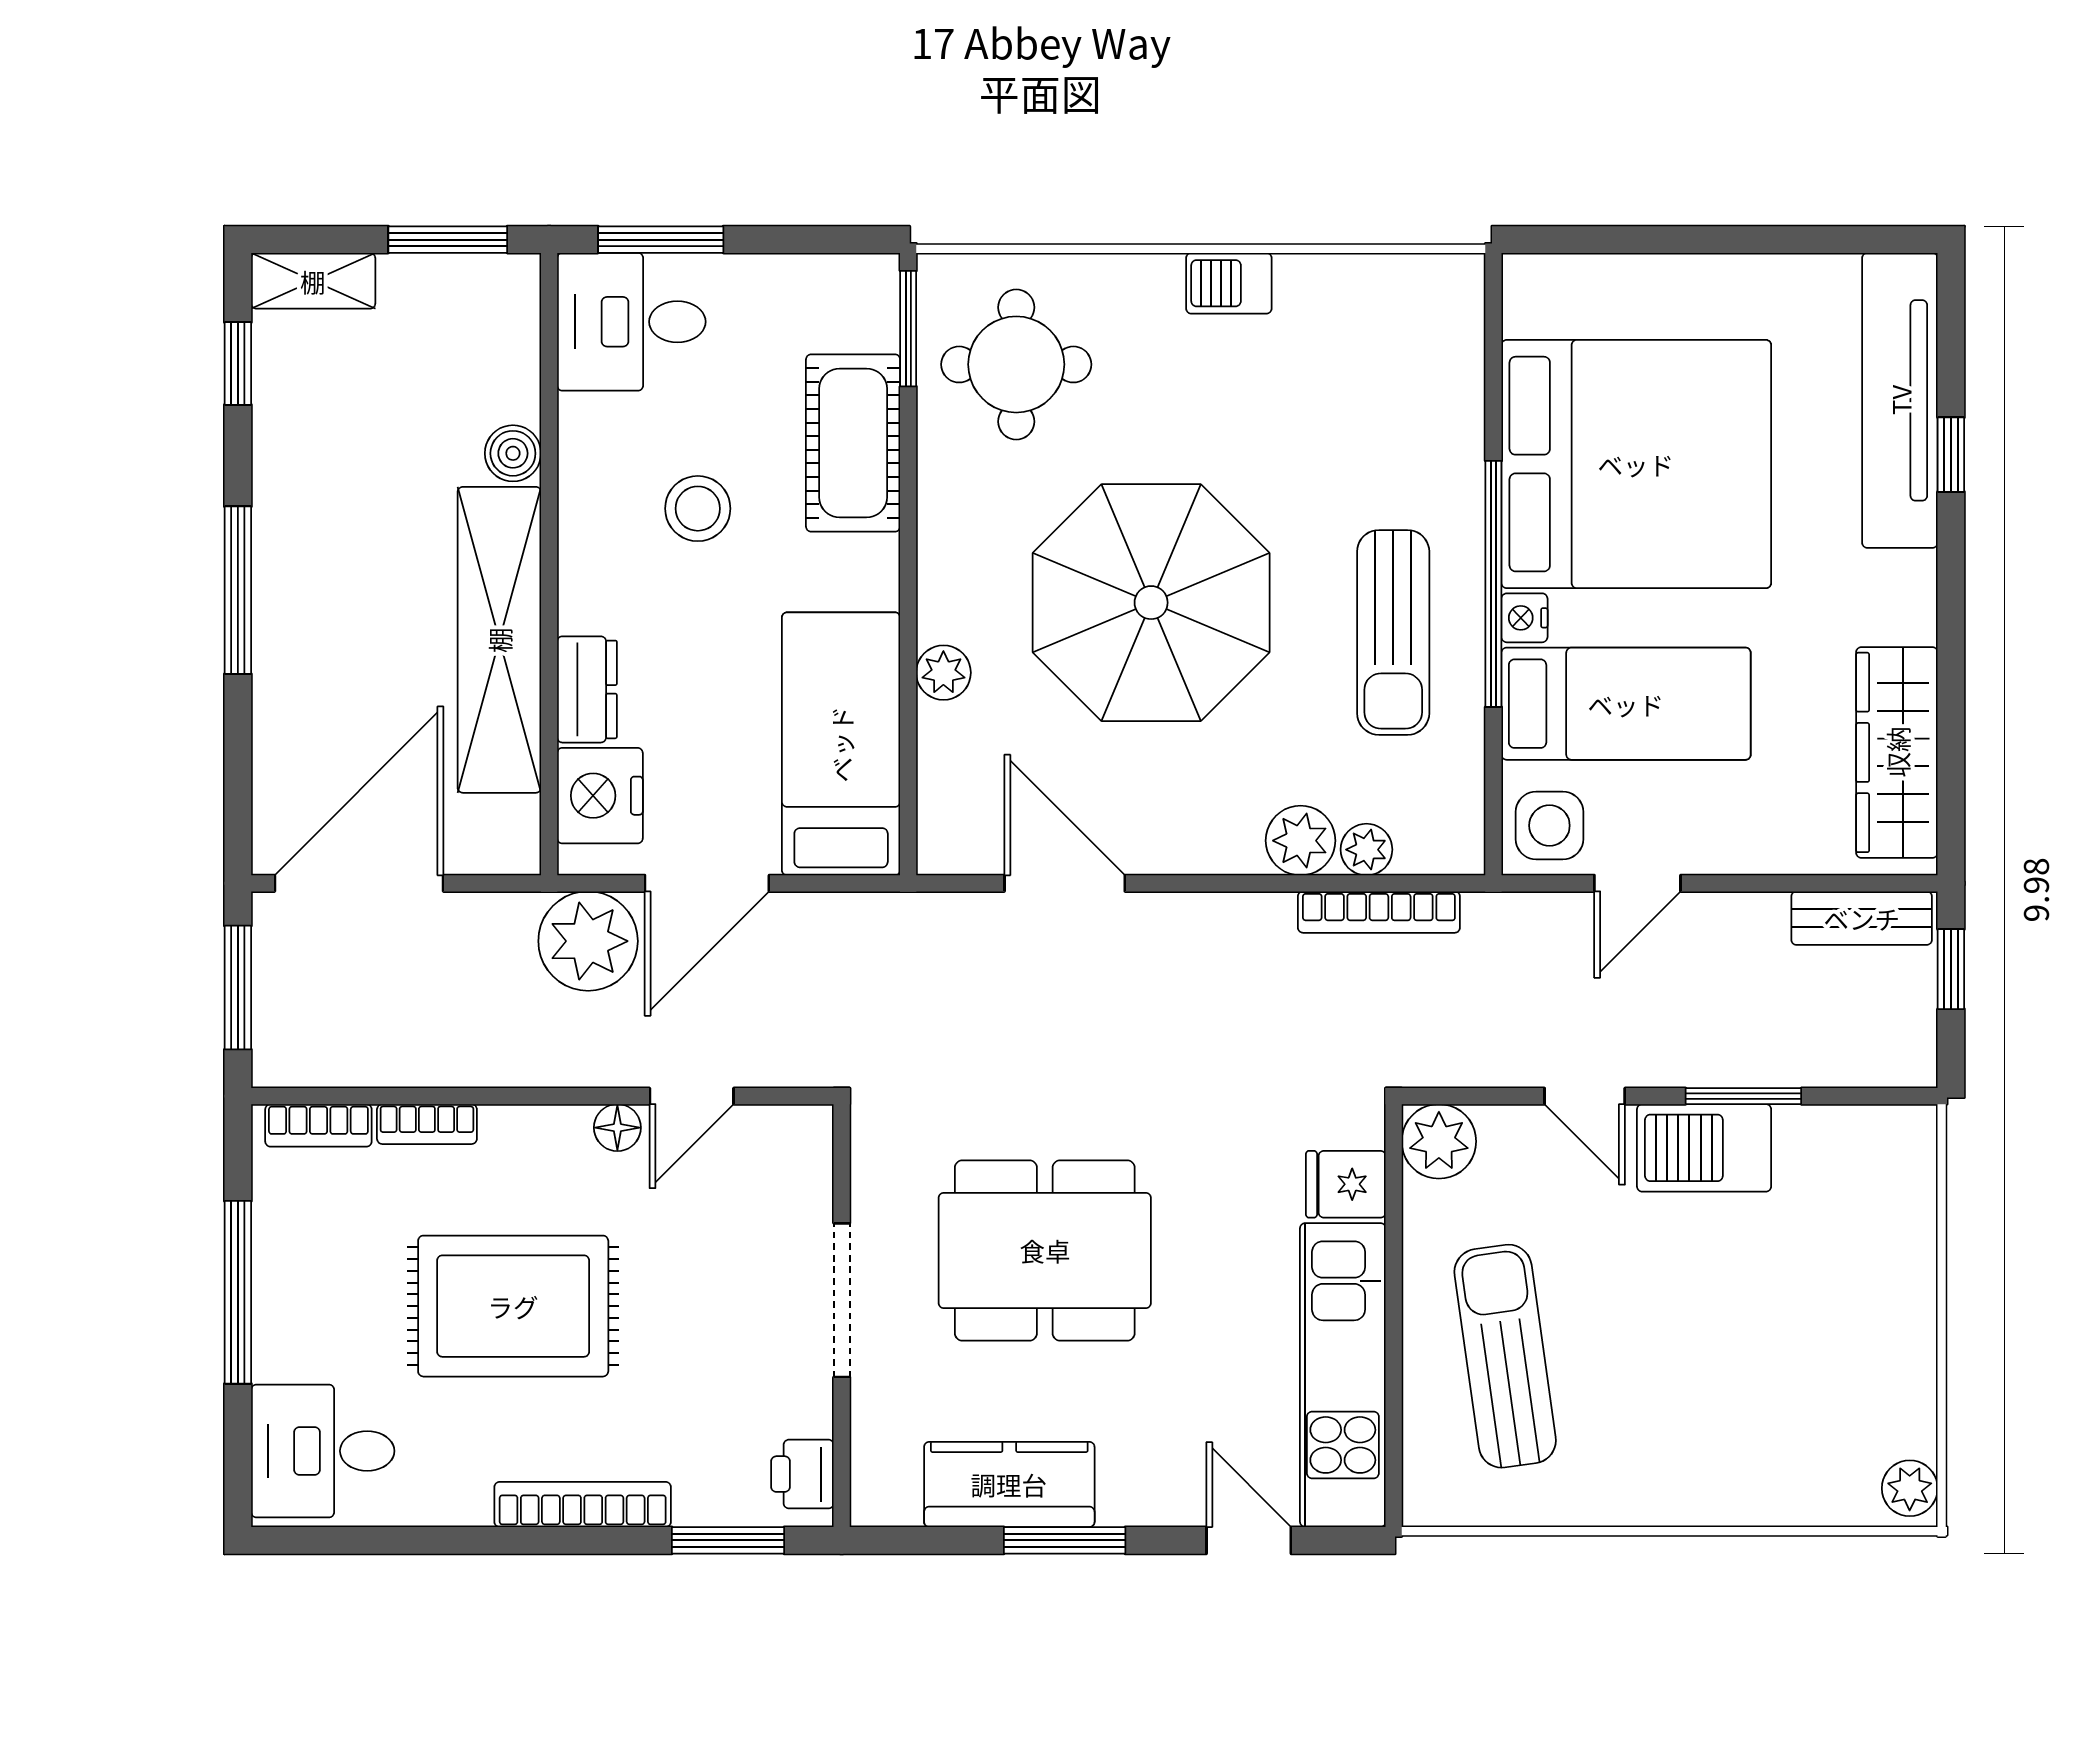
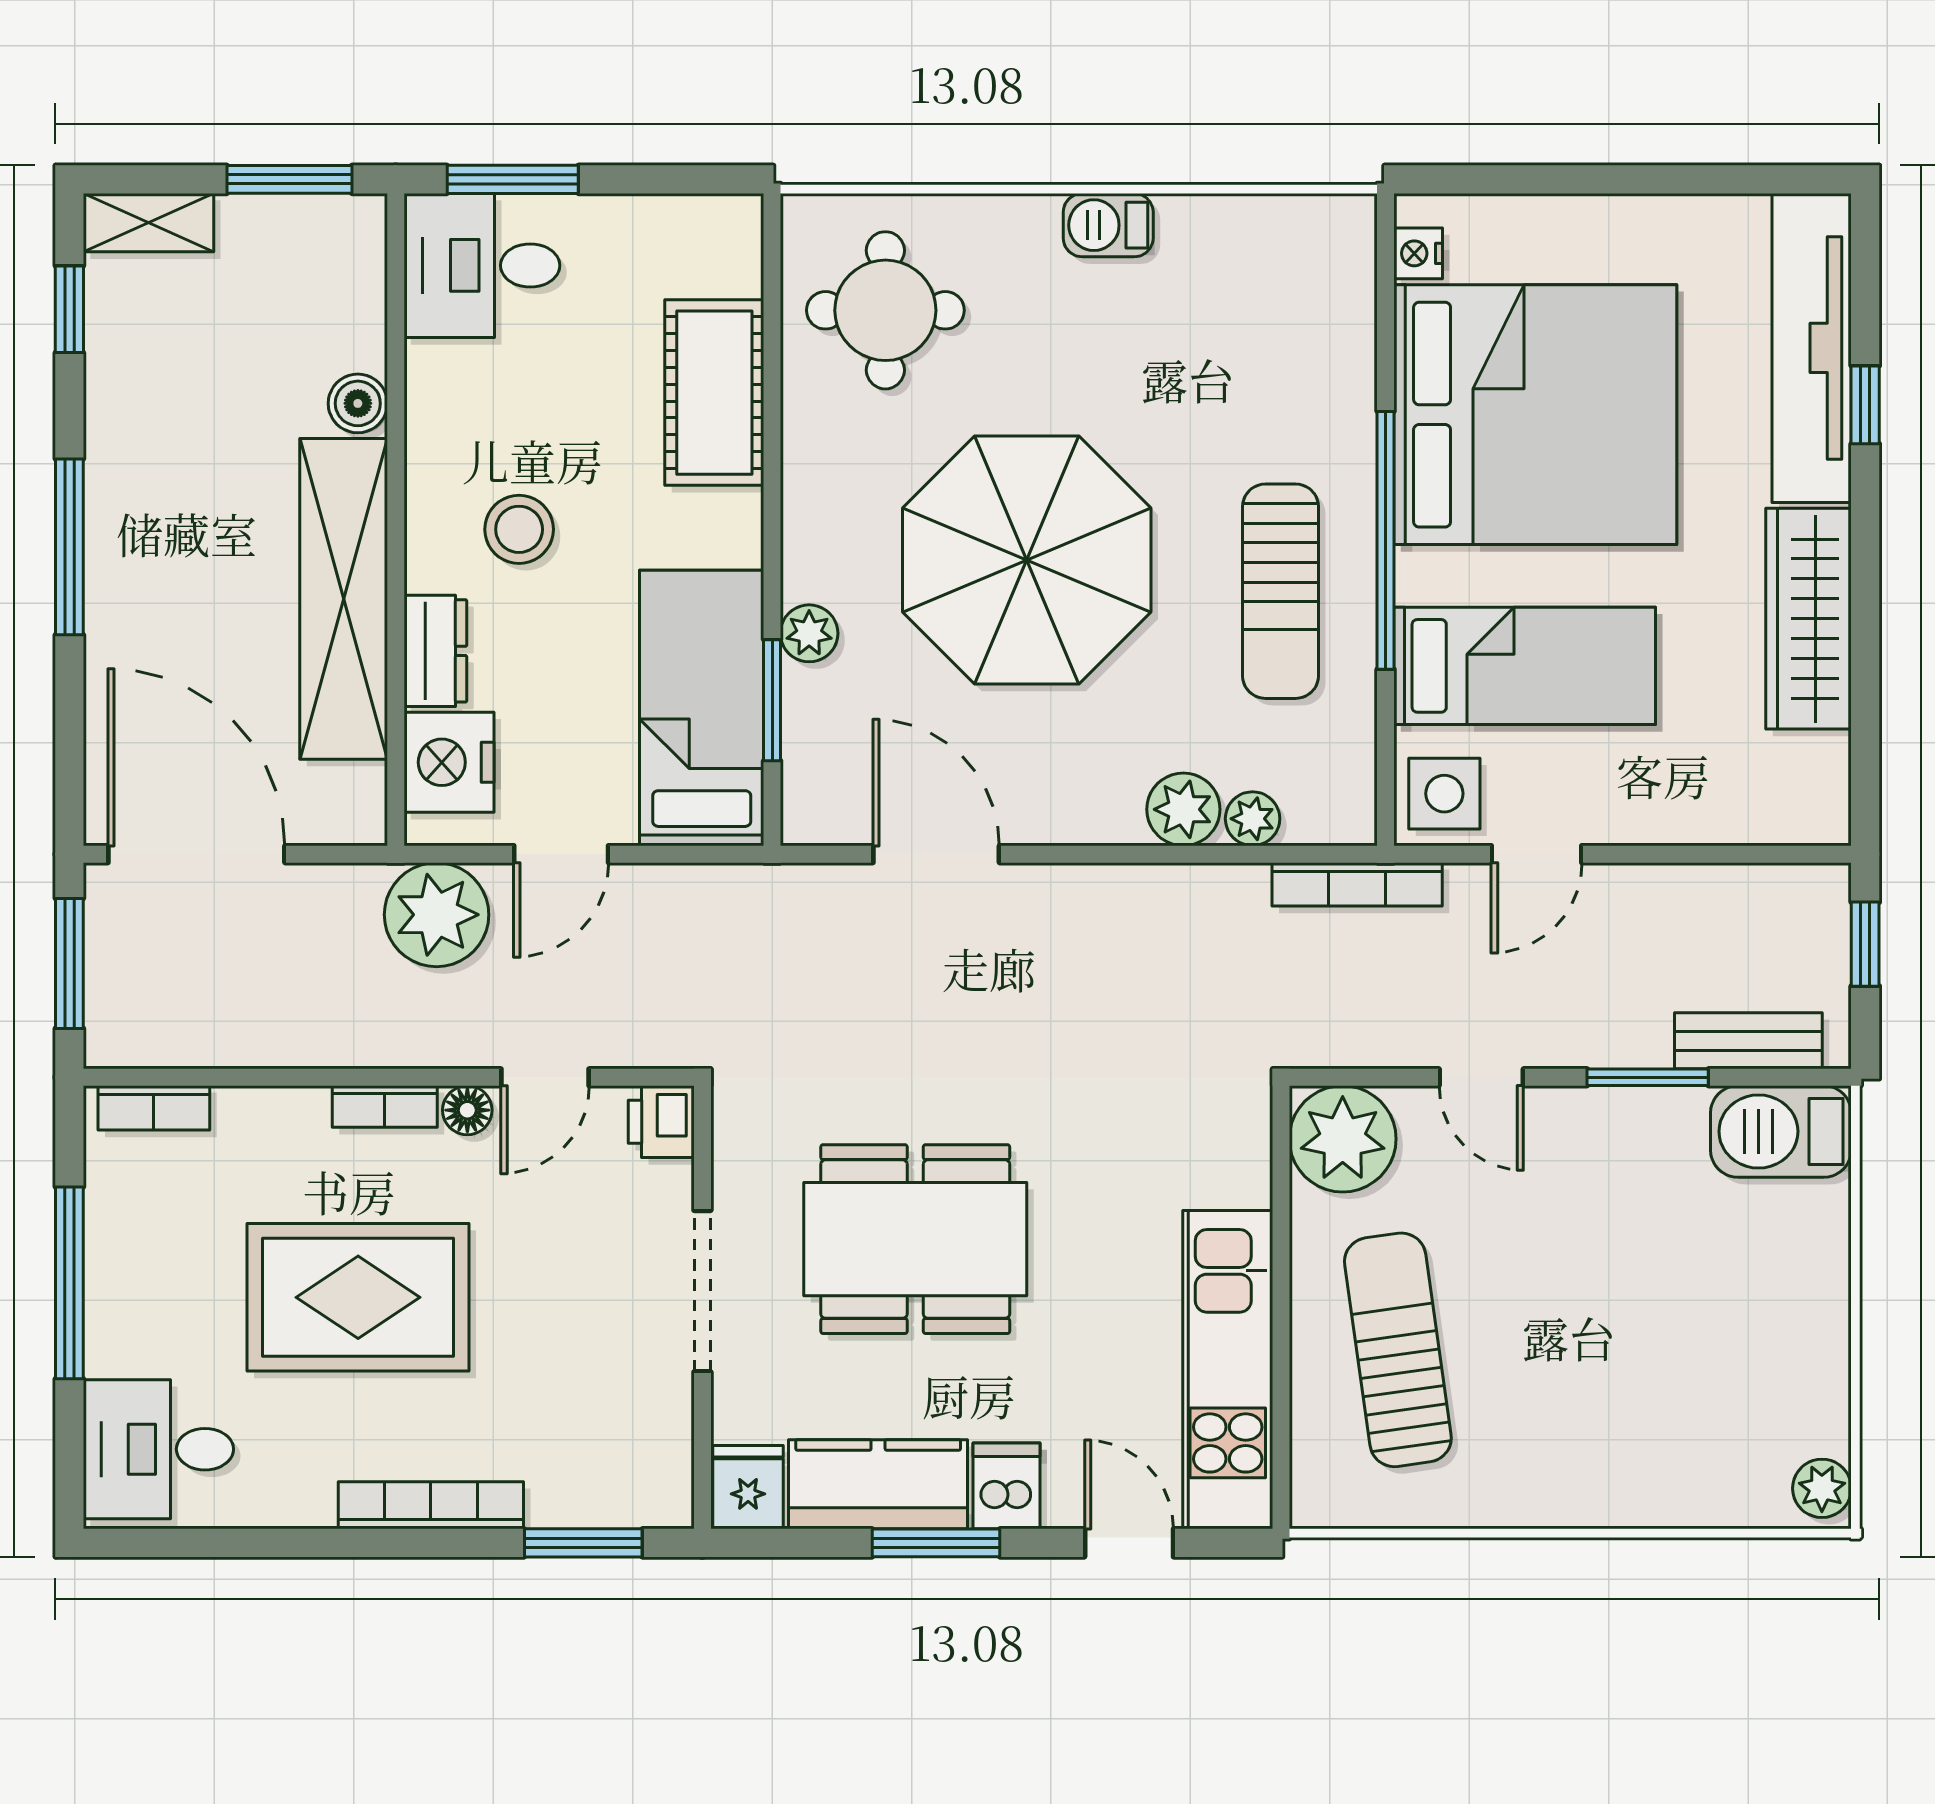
window: (908, 329) -> (772, 700), moved
stool: (698, 509) -> (519, 529), moved
nightstand: (1524, 618) -> (1418, 253), moved
wardrobe: (1897, 752) -> (1809, 619), moved
door: (359, 883) -> (196, 854), hinge flipped
door: (707, 883) -> (561, 854), width x0.73
bookcase: (1379, 912) -> (1357, 884), moved
bench: (1862, 918) -> (1748, 1041), moved
bookcase: (427, 1124) -> (385, 1107), moved
plant: (1439, 1141) -> (1343, 1139), width x1.36, depth x1.36
barbecue: (1704, 1148) -> (1781, 1131), moved
fridge: (1346, 1184) -> (748, 1487), moved, turned 90
printer: (802, 1474) -> (661, 1122), moved
dishwasher: (1132, 1486) -> (1006, 1486), added

